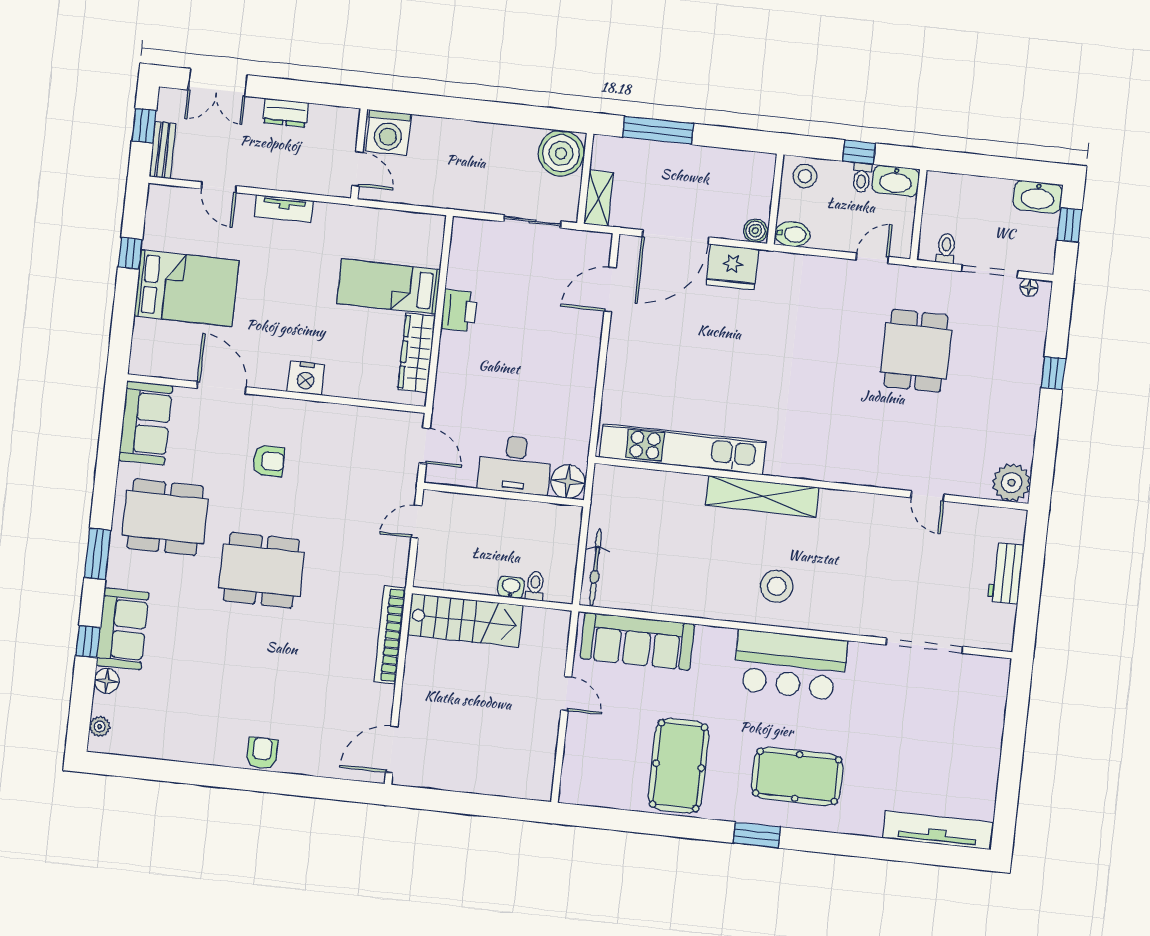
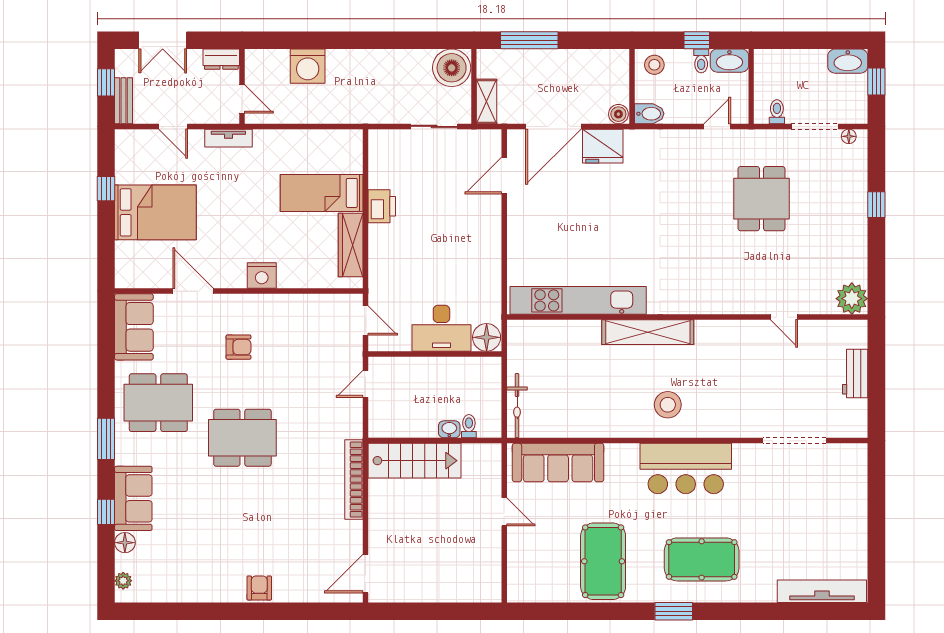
wall: (359, 154) -> (242, 86), moved
door: (357, 169) -> (242, 99), moved

